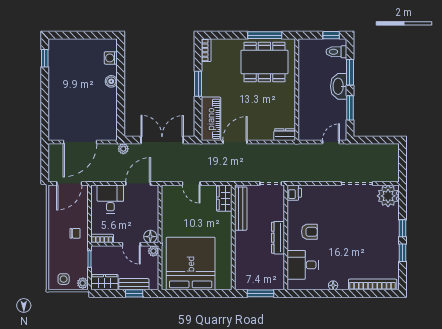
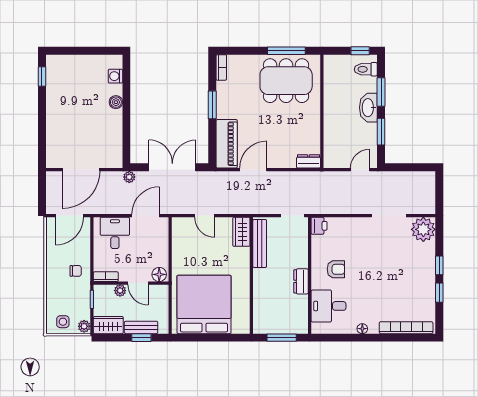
dresser: (278, 238) -> (301, 281), width x0.70
plant: (153, 251) -> (120, 291), moved

